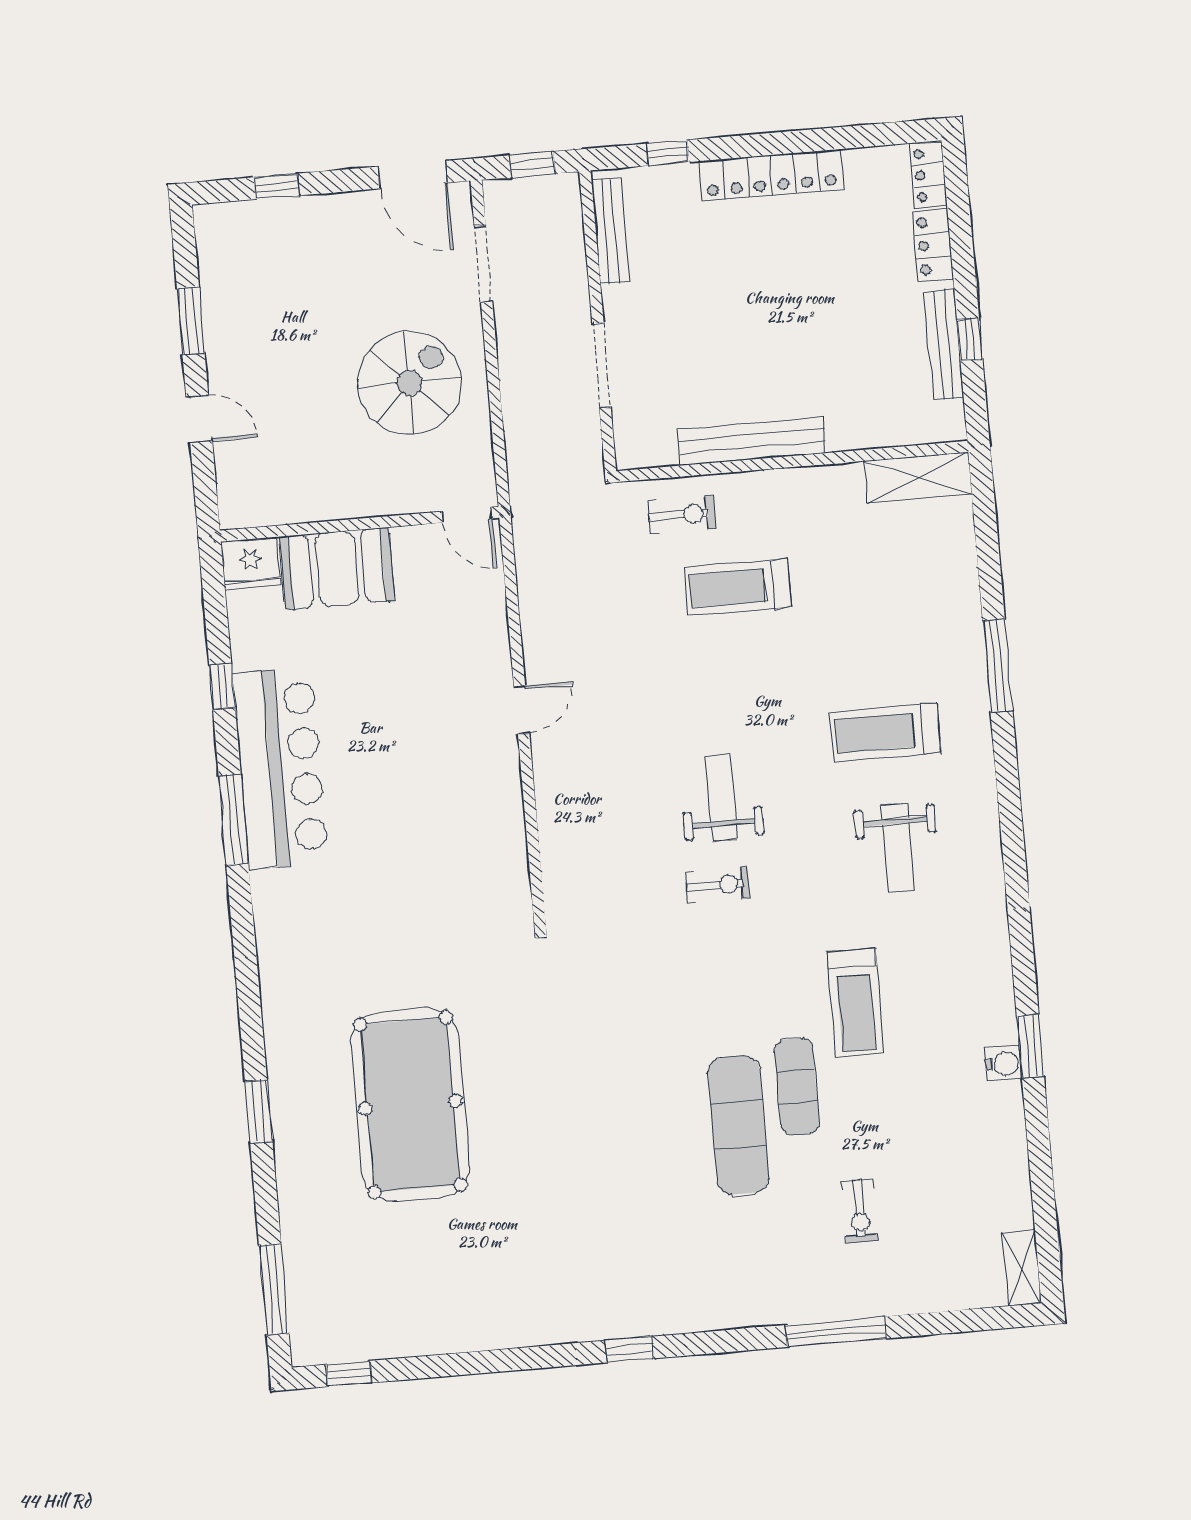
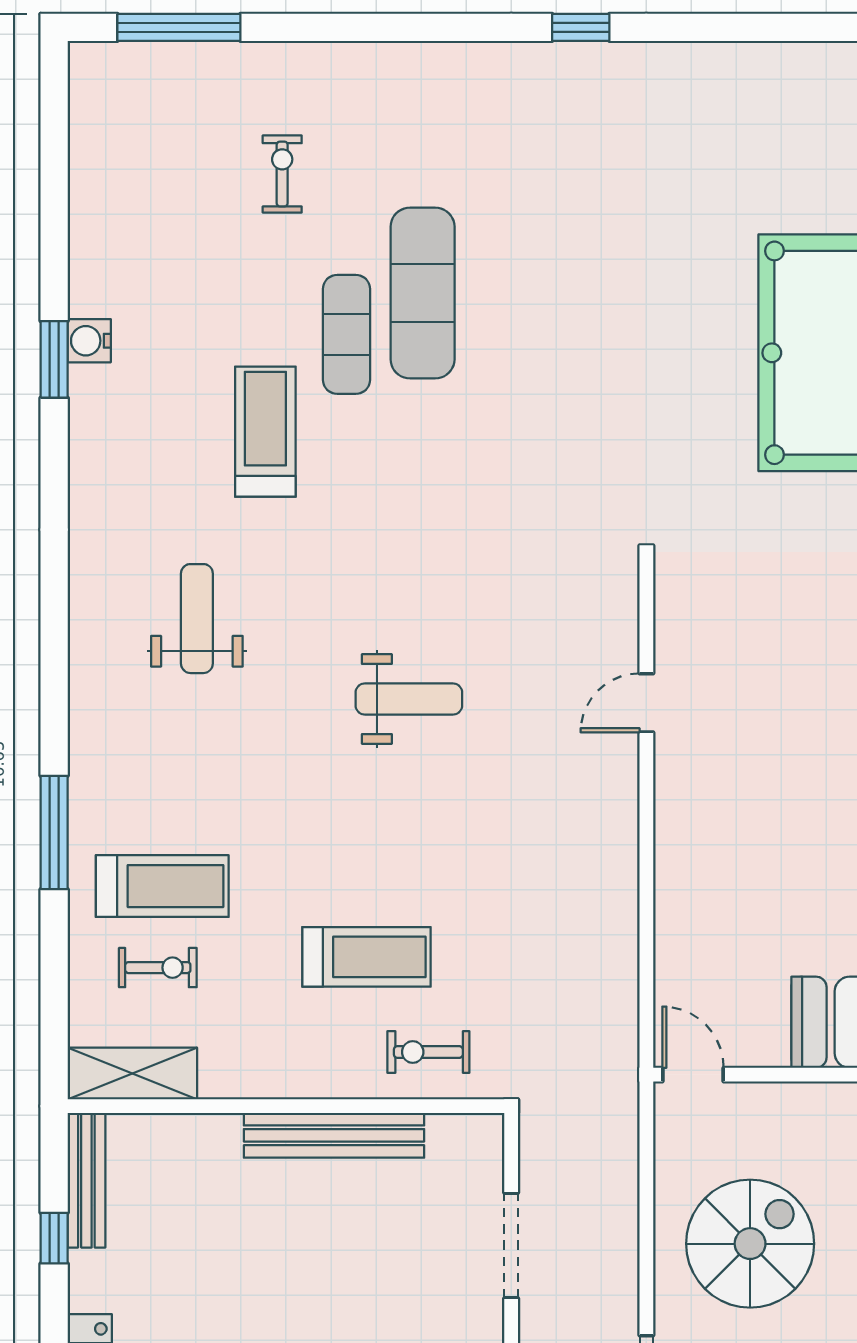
bench: (944, 345) -> (86, 1180), moved
spiral stairs: (409, 383) -> (750, 1244), turned 180
door: (522, 710) -> (646, 703), moved
treadmill: (886, 732) -> (162, 886), moved
weight bench: (721, 797) -> (409, 699), turned -90
exercise bike: (717, 885) -> (158, 968), moved, turned 180
shelving: (1022, 1268) -> (88, 87), removed
window: (836, 1332) -> (179, 27), moved

